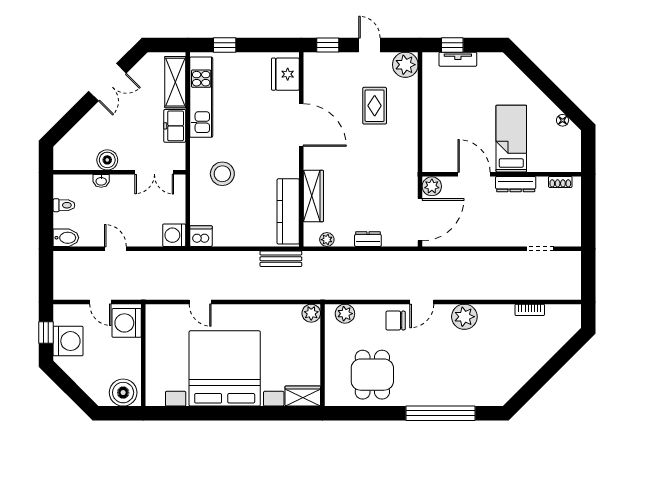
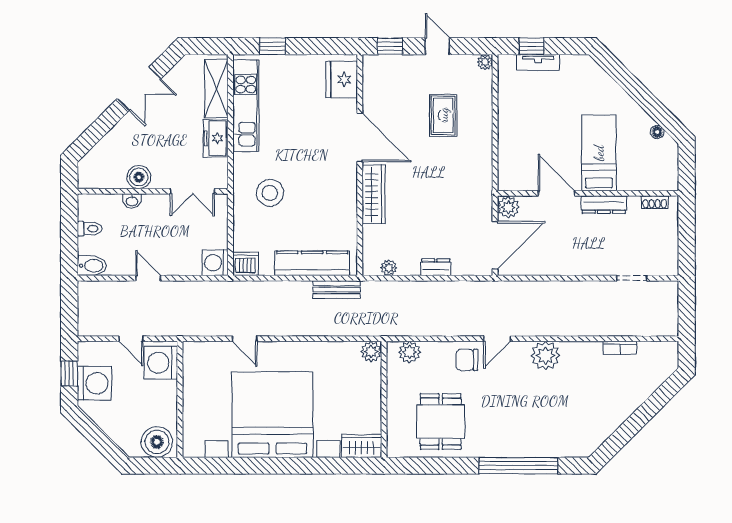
plant: (405, 65) -> (485, 62), width x0.53, depth x0.53
wardrobe: (313, 196) -> (374, 194), moved
kitchen counter: (288, 211) -> (312, 263), moved, turned 90

